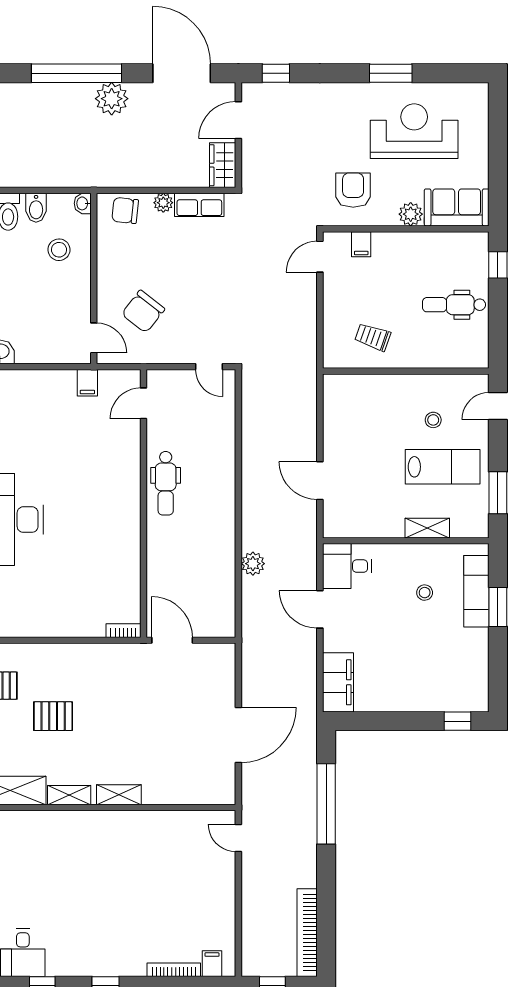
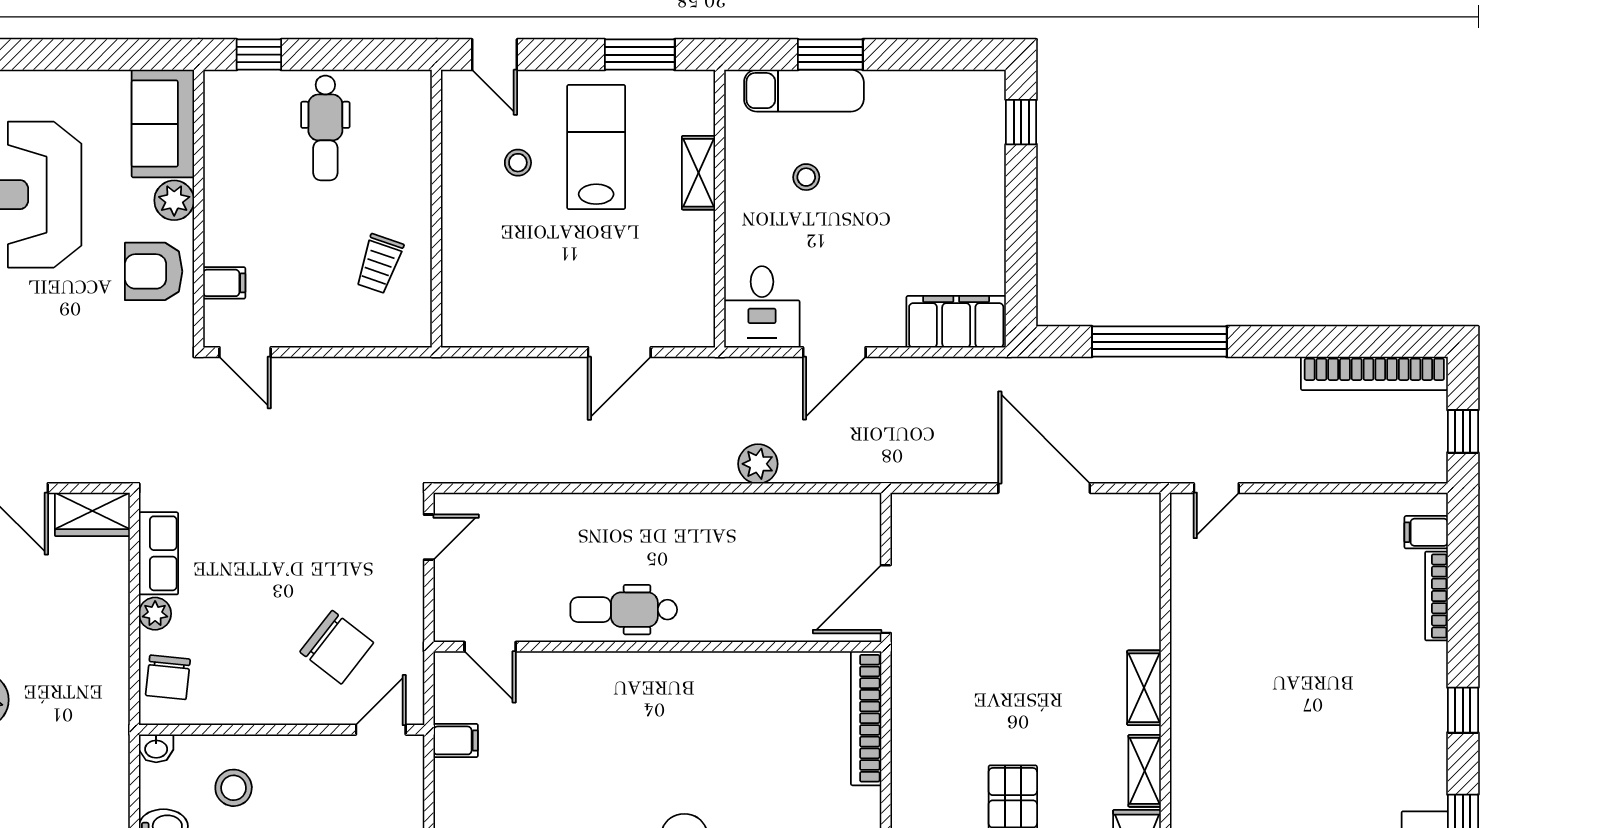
armchair: (353, 190) -> (154, 271), moved
dental chair: (166, 483) -> (624, 610), turned 180
bookcase: (123, 631) -> (866, 718), width x2.31, depth x1.31

